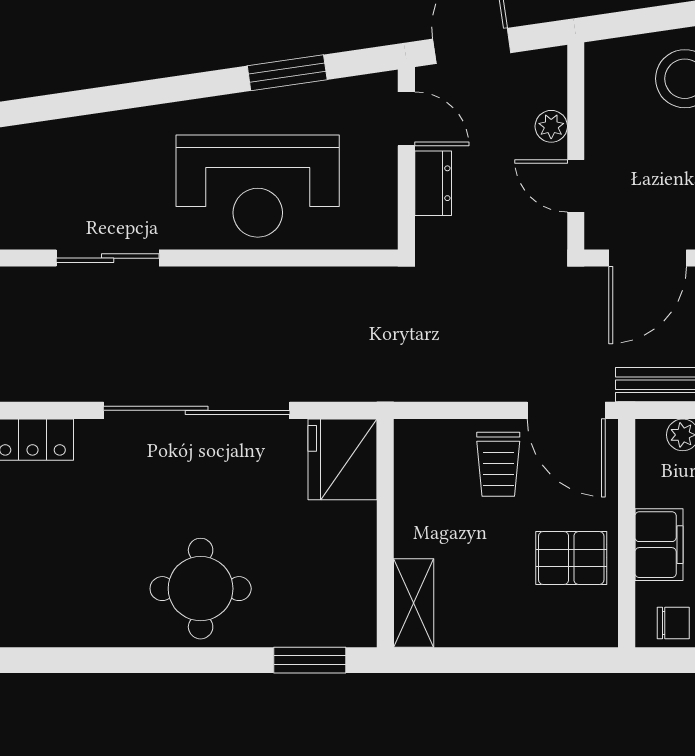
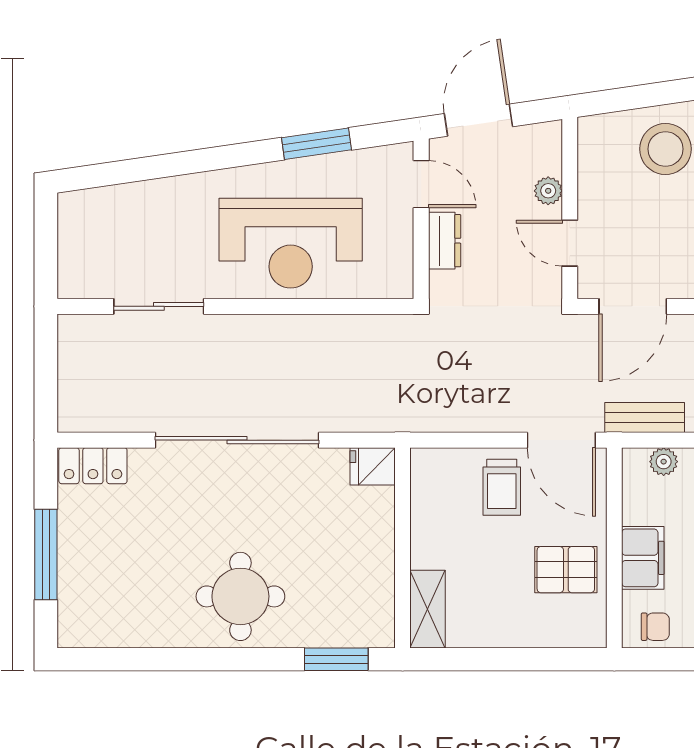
fridge: (343, 459) -> (373, 466), width x0.53, depth x0.75

